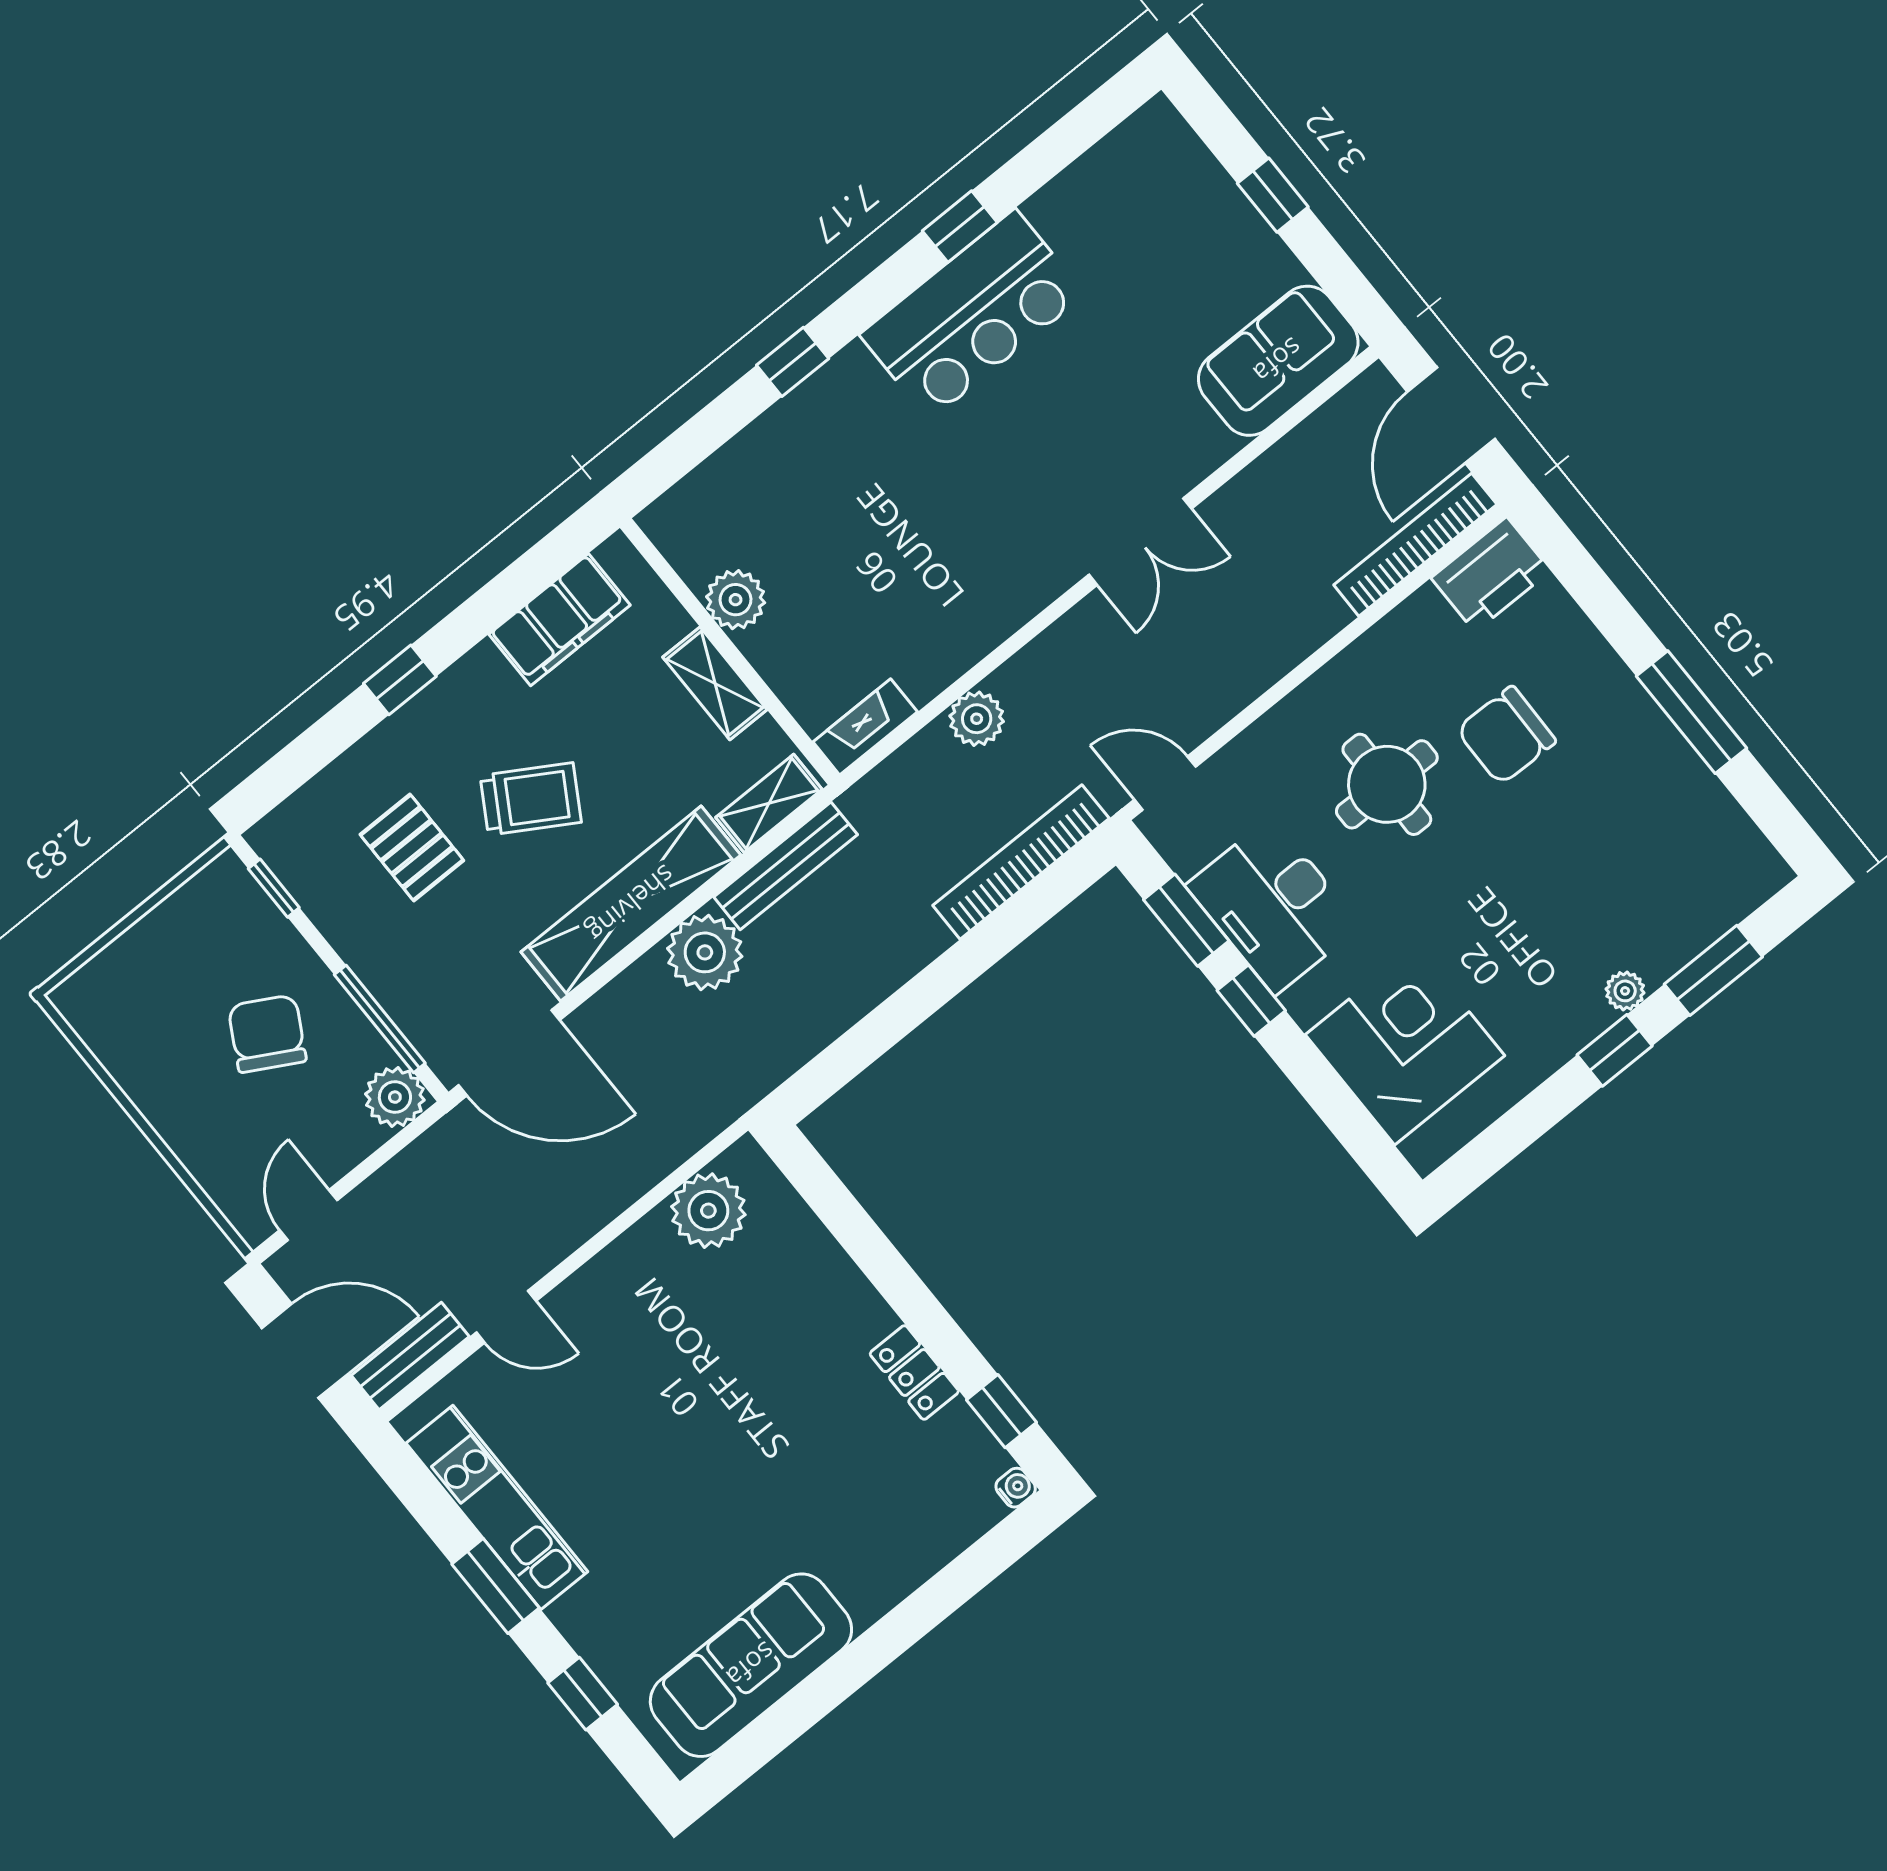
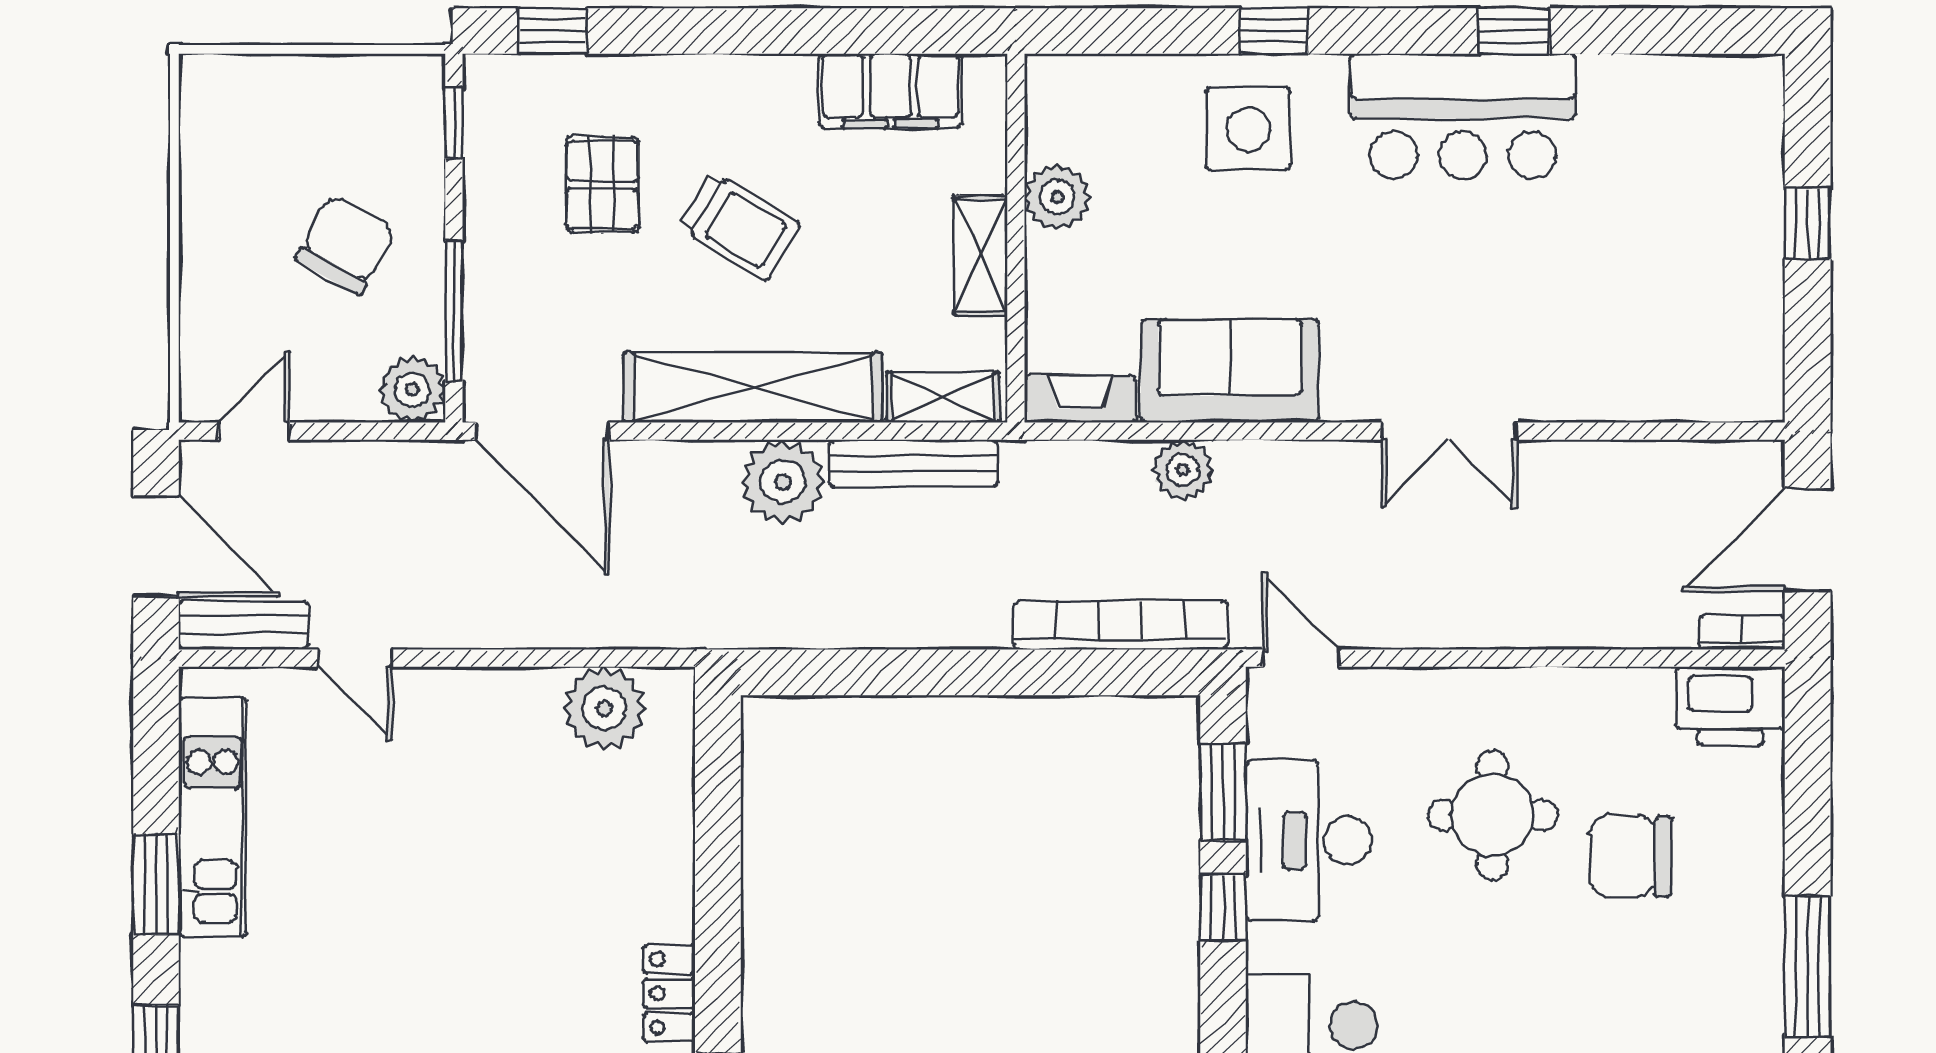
sofa: (1278, 361) -> (1230, 371), moved
side table: (830, 445) -> (1248, 129), added
bookcase: (1415, 545) -> (1742, 632), width x0.43, depth x0.76
window: (400, 680) -> (553, 31), moved

